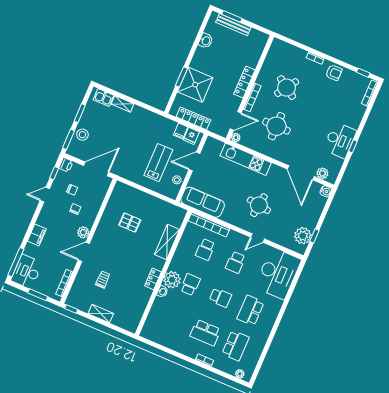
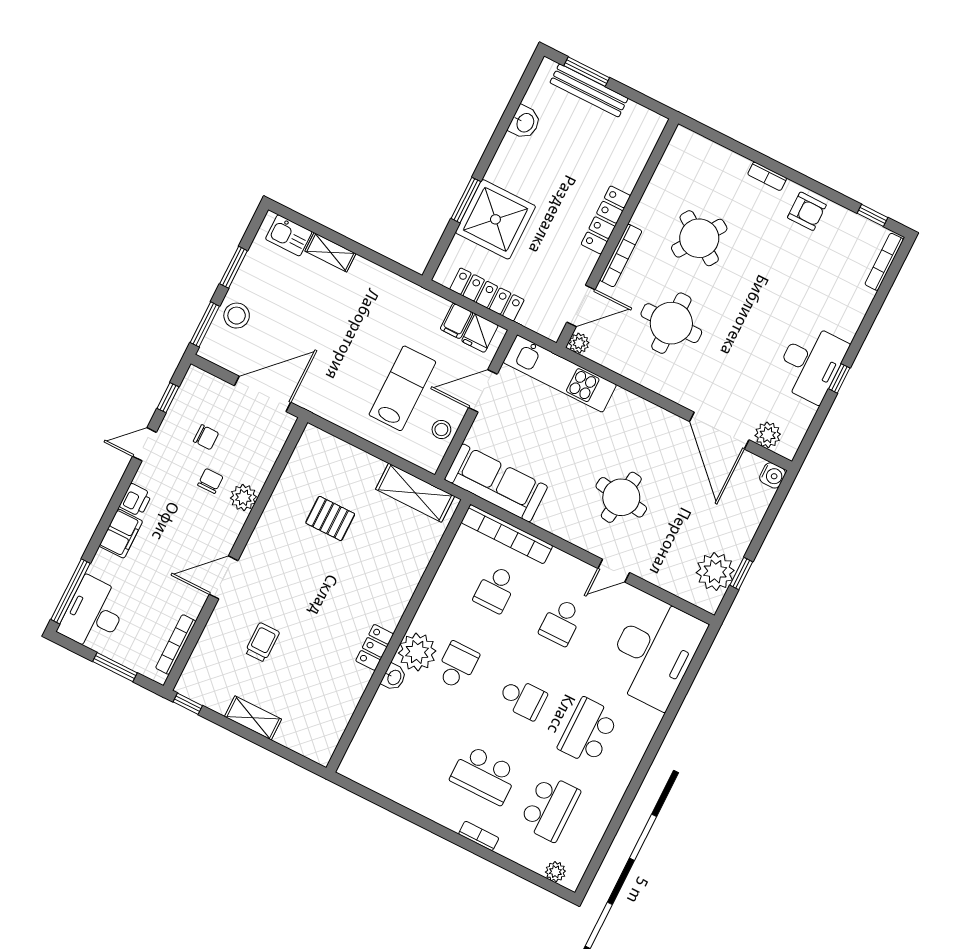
kitchen unit: (246, 159) -> (560, 374), moved
printer: (66, 165) -> (136, 500), moved
plant: (83, 232) -> (243, 497), moved
shelving: (167, 242) -> (415, 493), moved, turned 90

